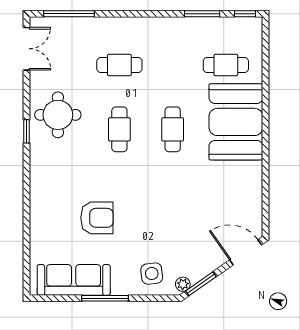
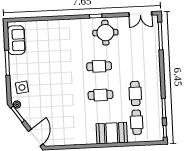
cafe table: (119, 65) -> (135, 93), moved
booth: (236, 122) -> (112, 133), width x0.73, depth x0.70
armchair: (97, 218) -> (51, 56), removed
sofa: (74, 280) -> (16, 40), width x0.73

